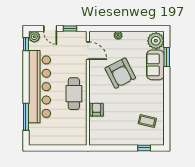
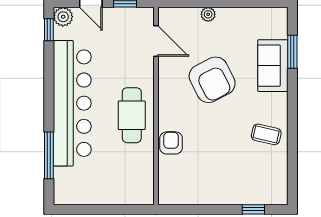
plant: (156, 41) -> (273, 24), removed
coffee table: (147, 121) -> (266, 134), moved

